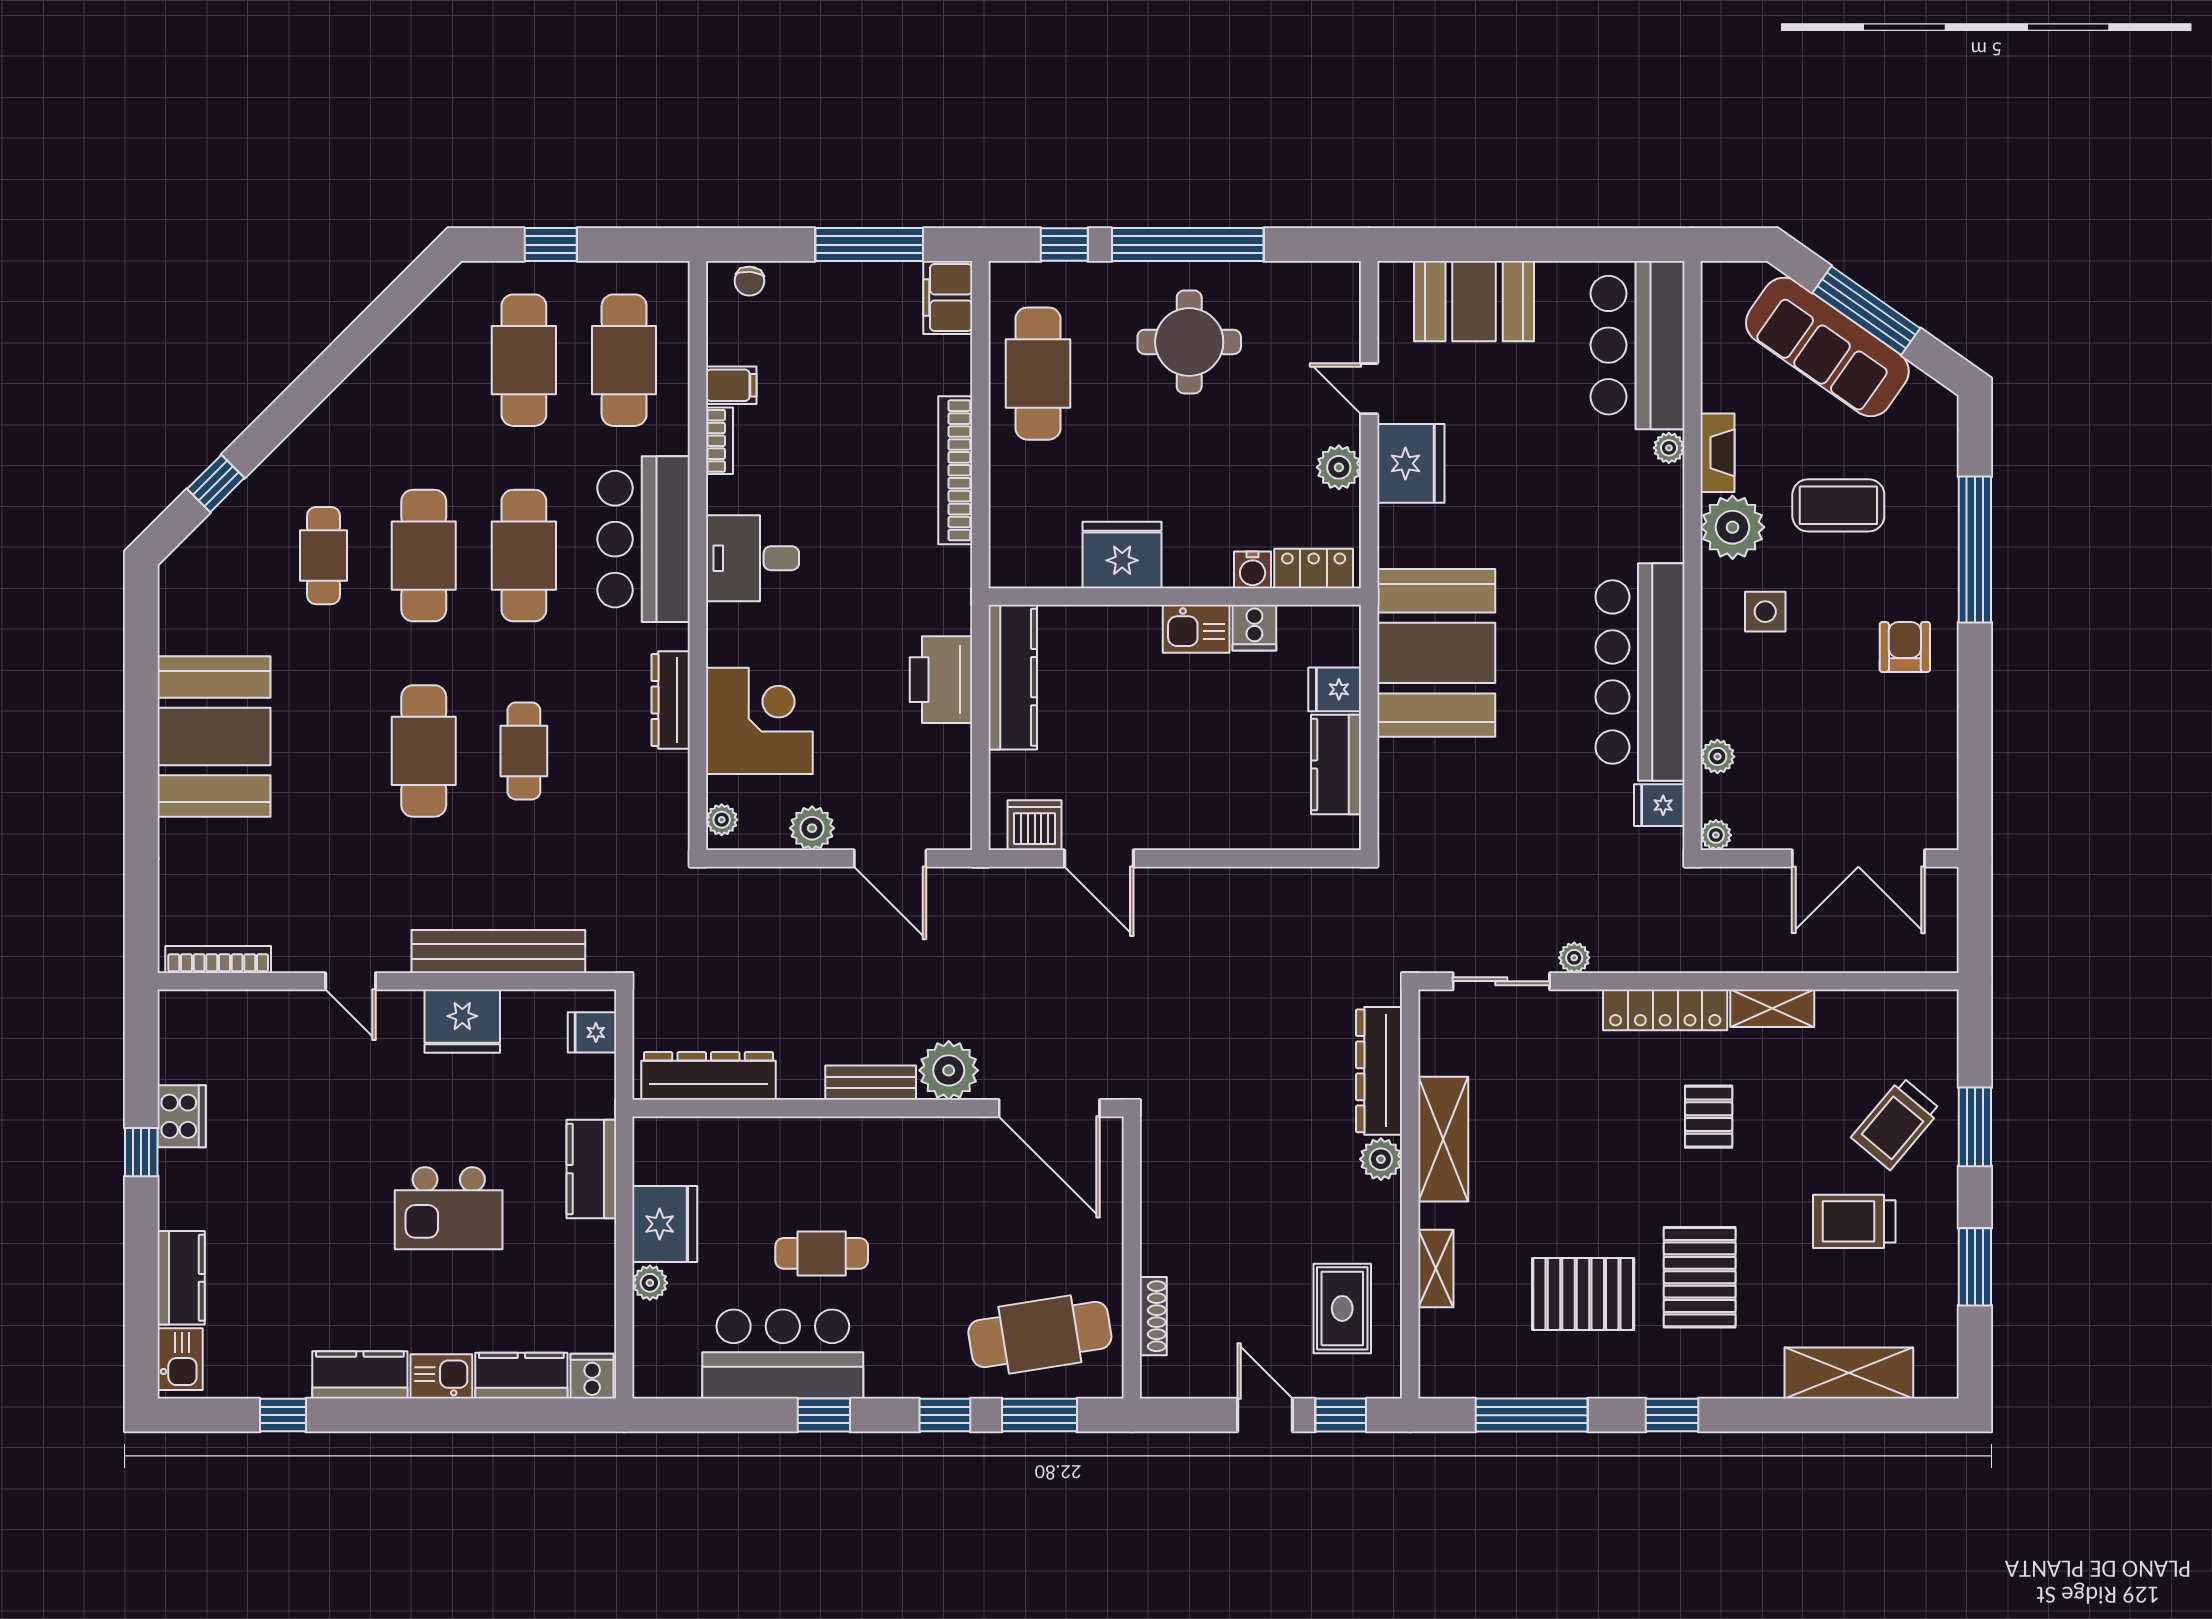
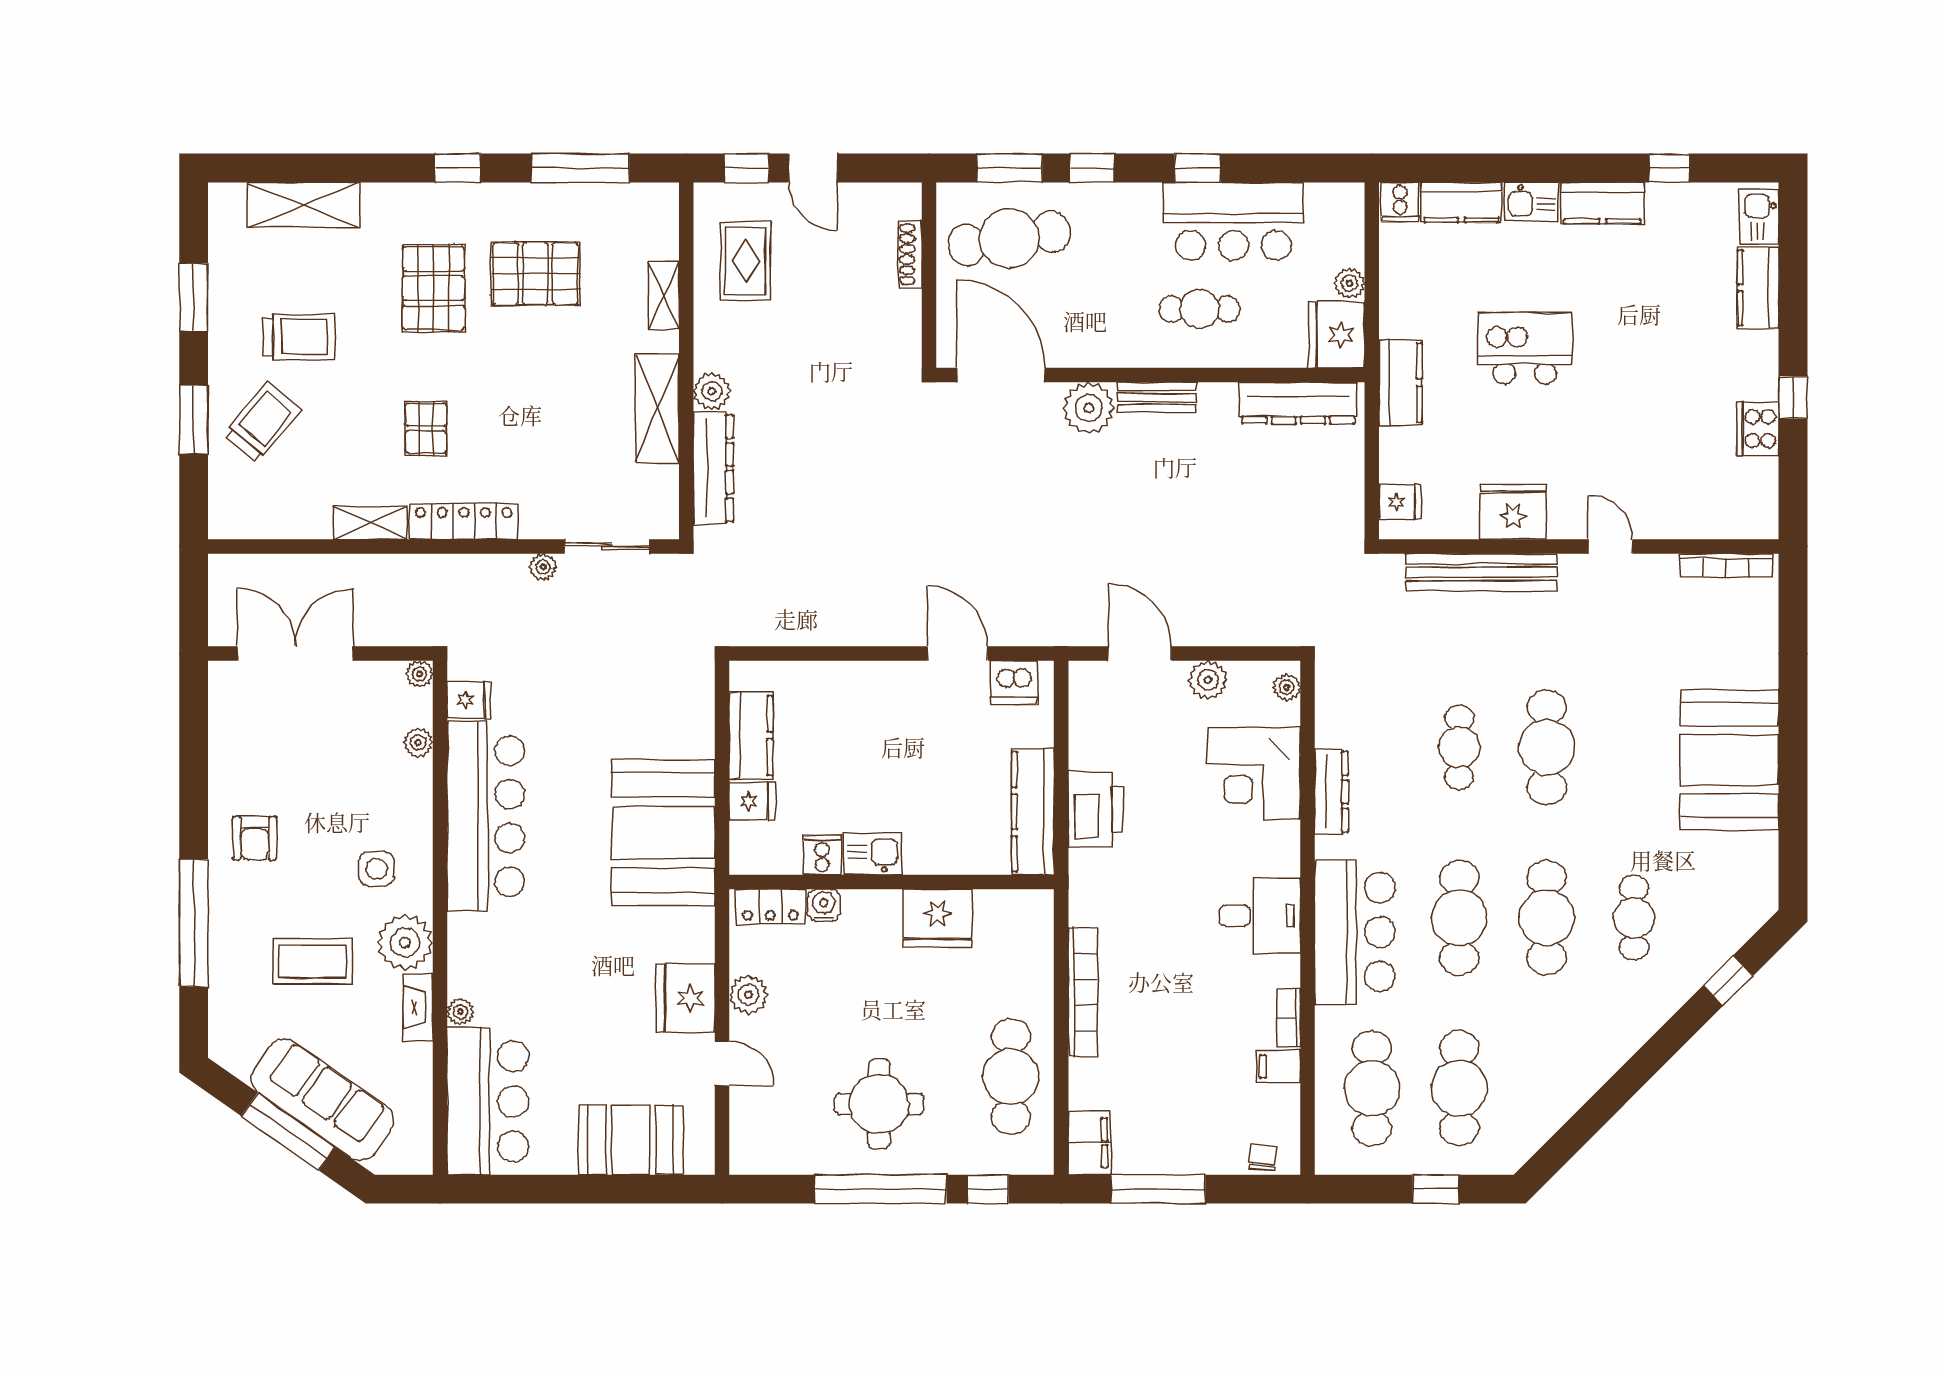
plant: (949, 1070) -> (1089, 408), moved
dresser: (709, 1076) -> (1298, 403), moved
bench: (871, 1083) -> (1157, 397), moved
wall: (878, 1108) -> (1150, 375), moved
door: (1049, 1108) -> (1001, 375), moved

